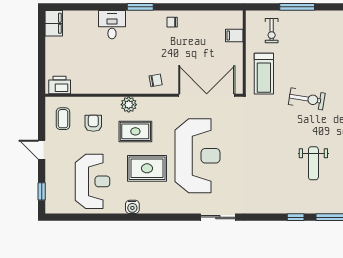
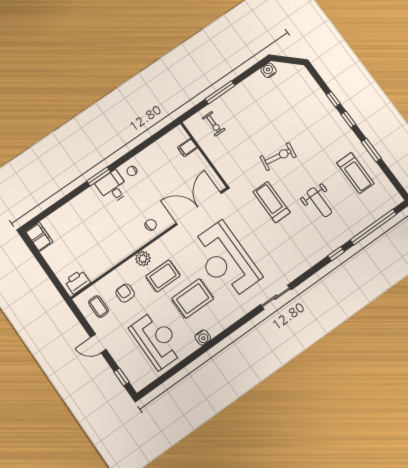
desk: (112, 25) -> (113, 187), moved
treadmill: (264, 74) -> (272, 202), moved, turned 180
reception desk: (198, 156) -> (225, 260), turned 180

